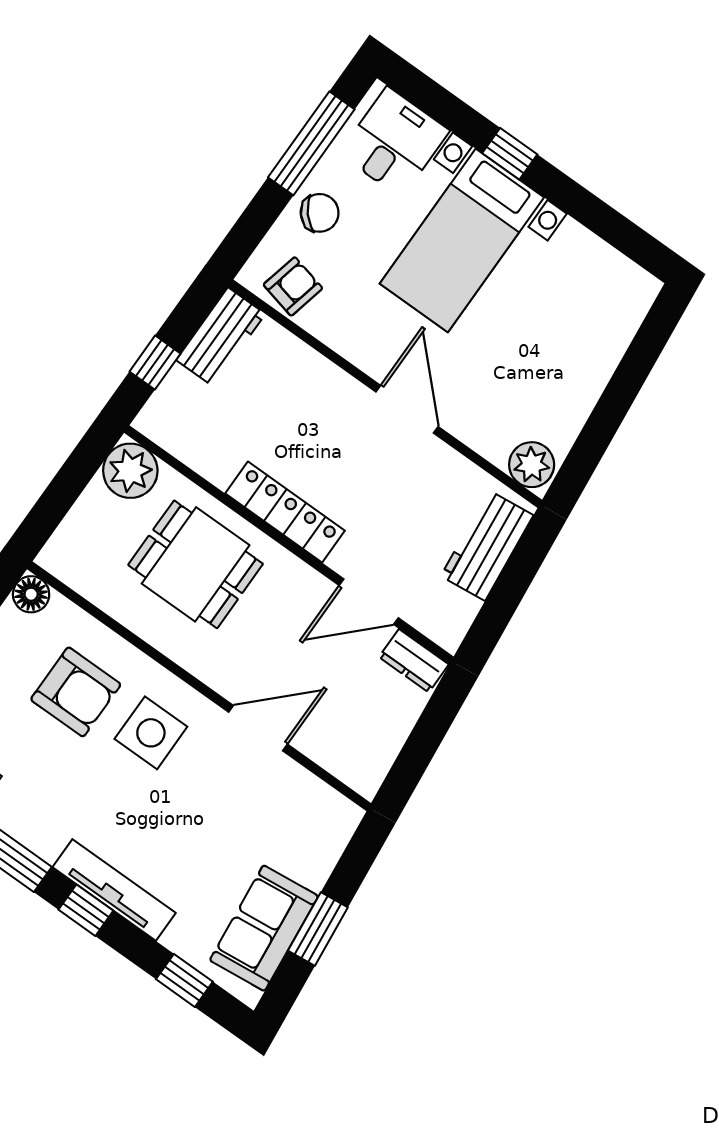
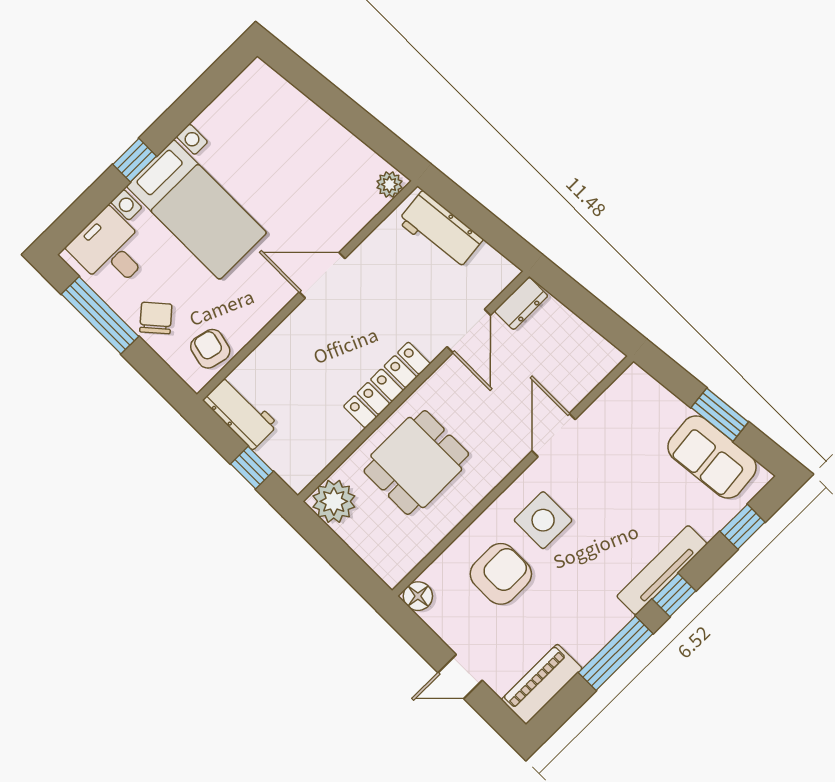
plant: (532, 465) -> (389, 184), width x0.73, depth x0.73

